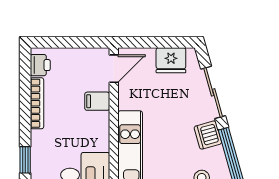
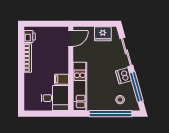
filing cabinet: (97, 101) -> (61, 79), moved
window: (25, 160) -> (21, 90), removed

